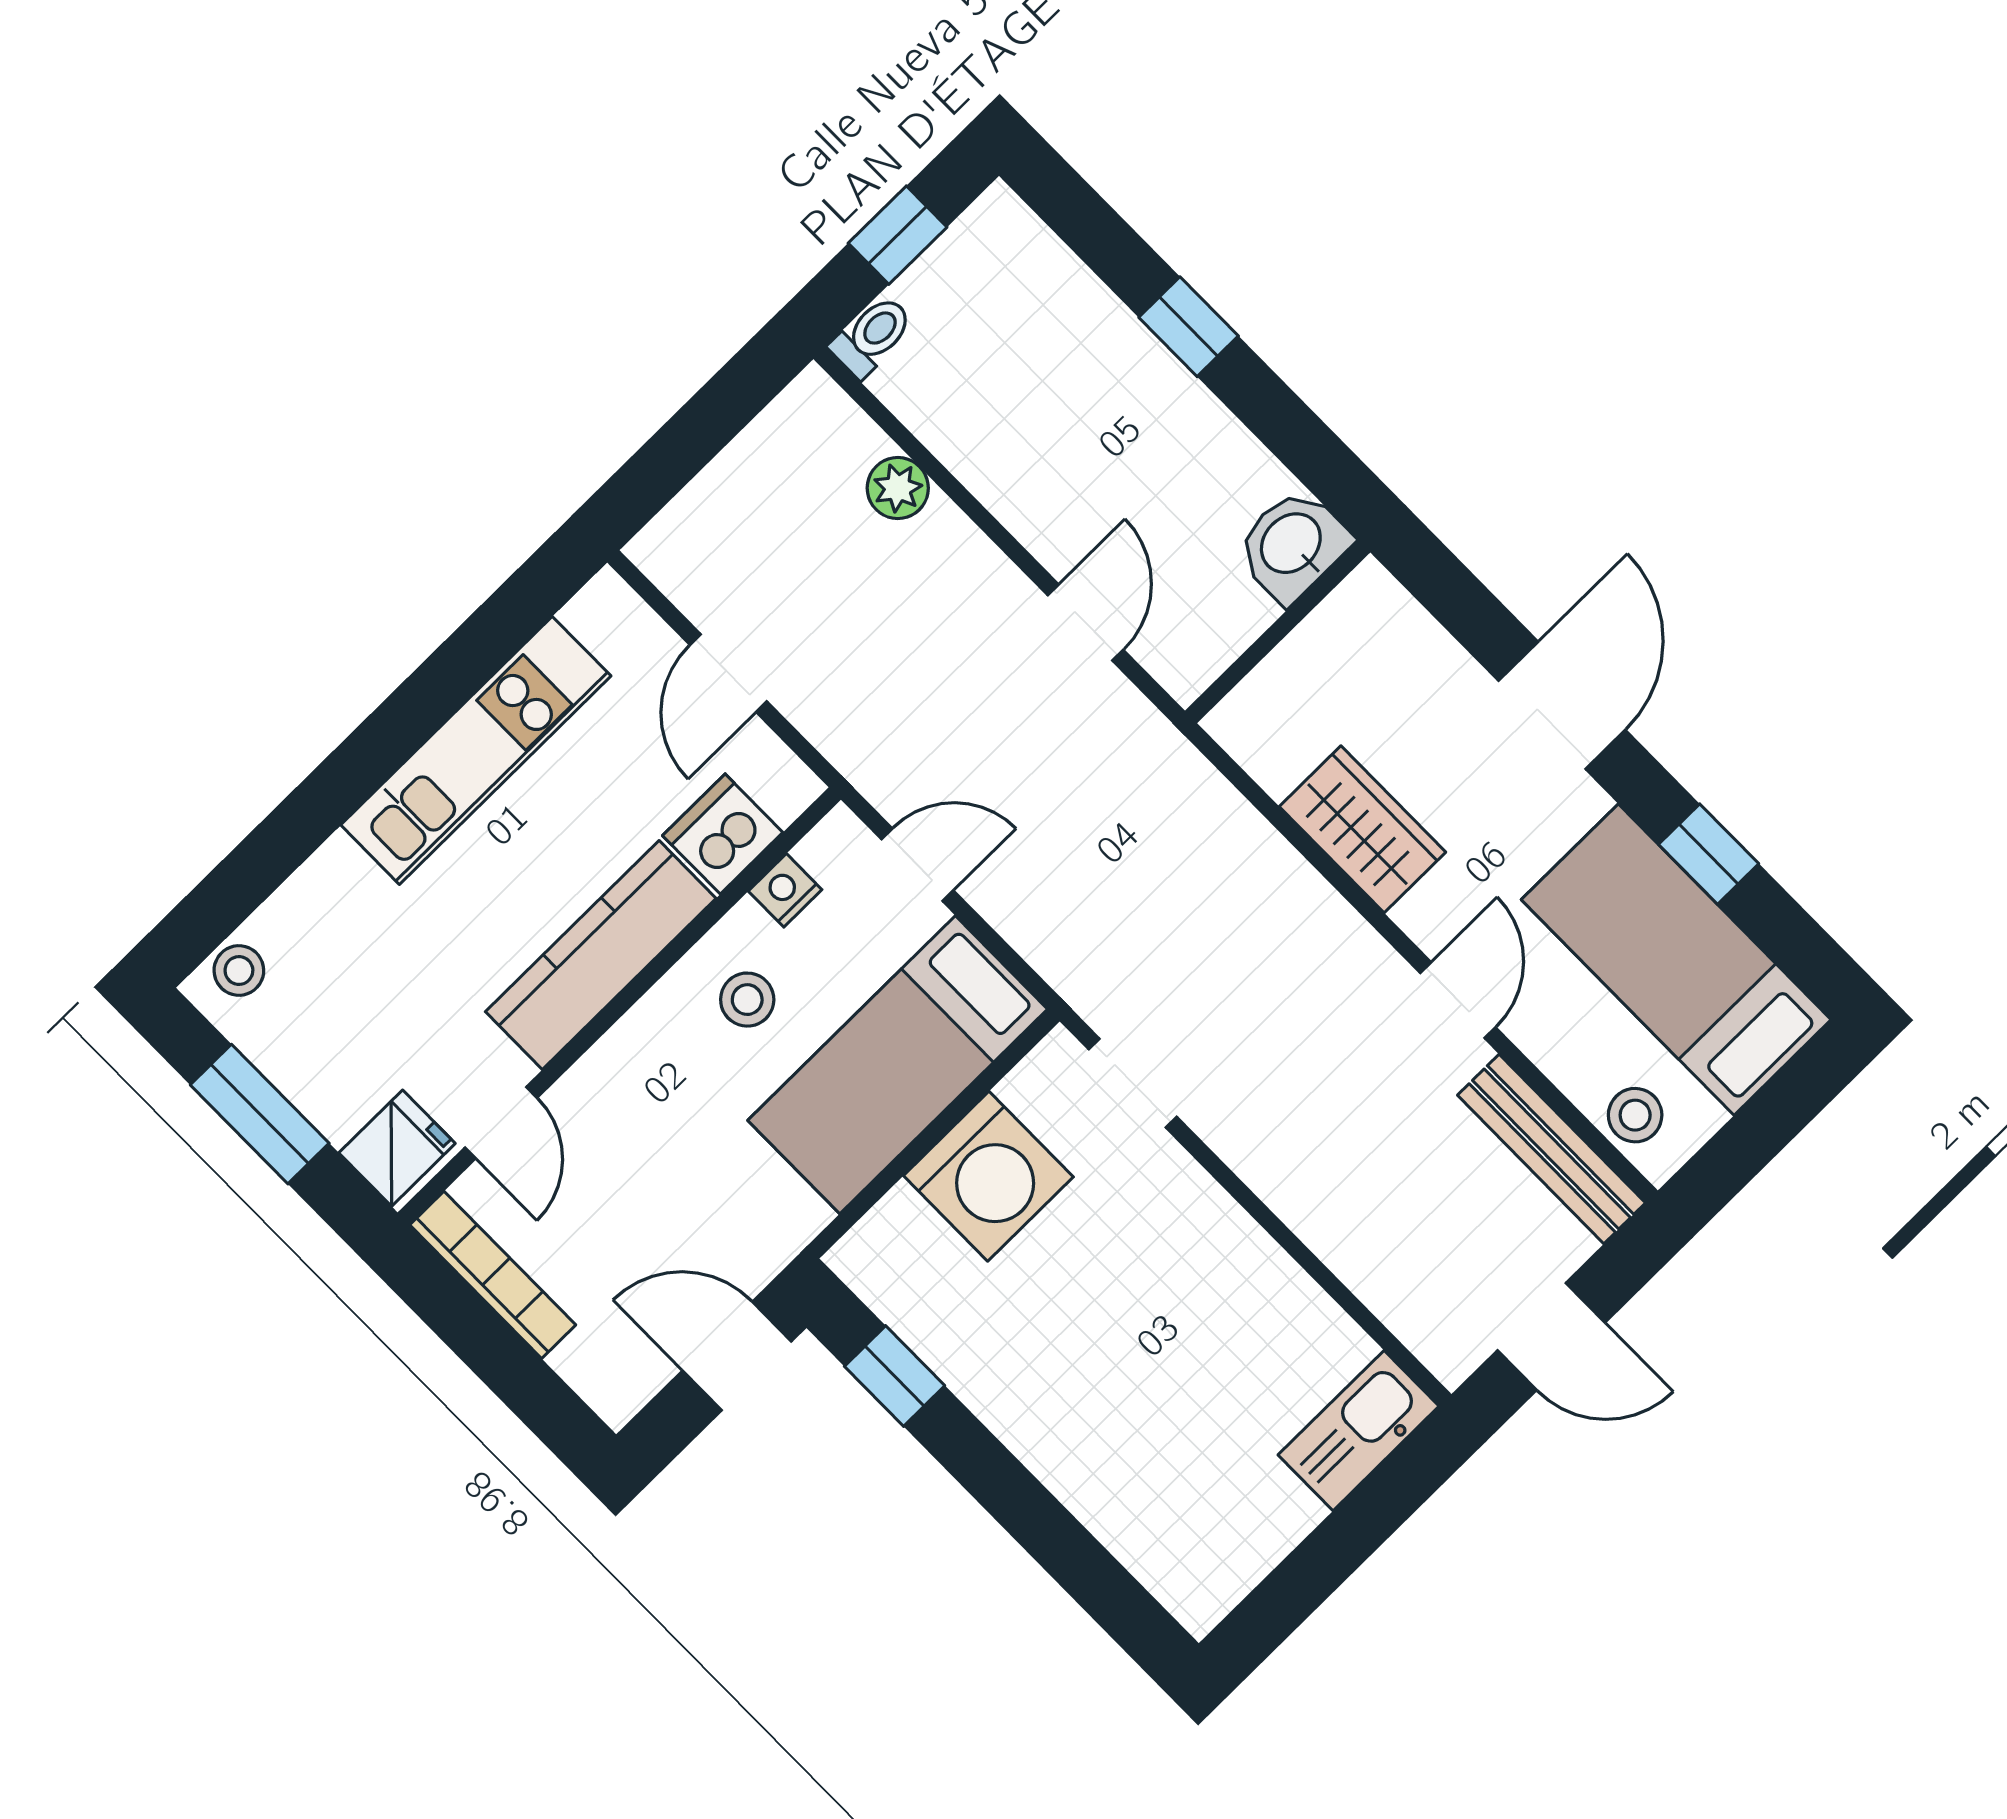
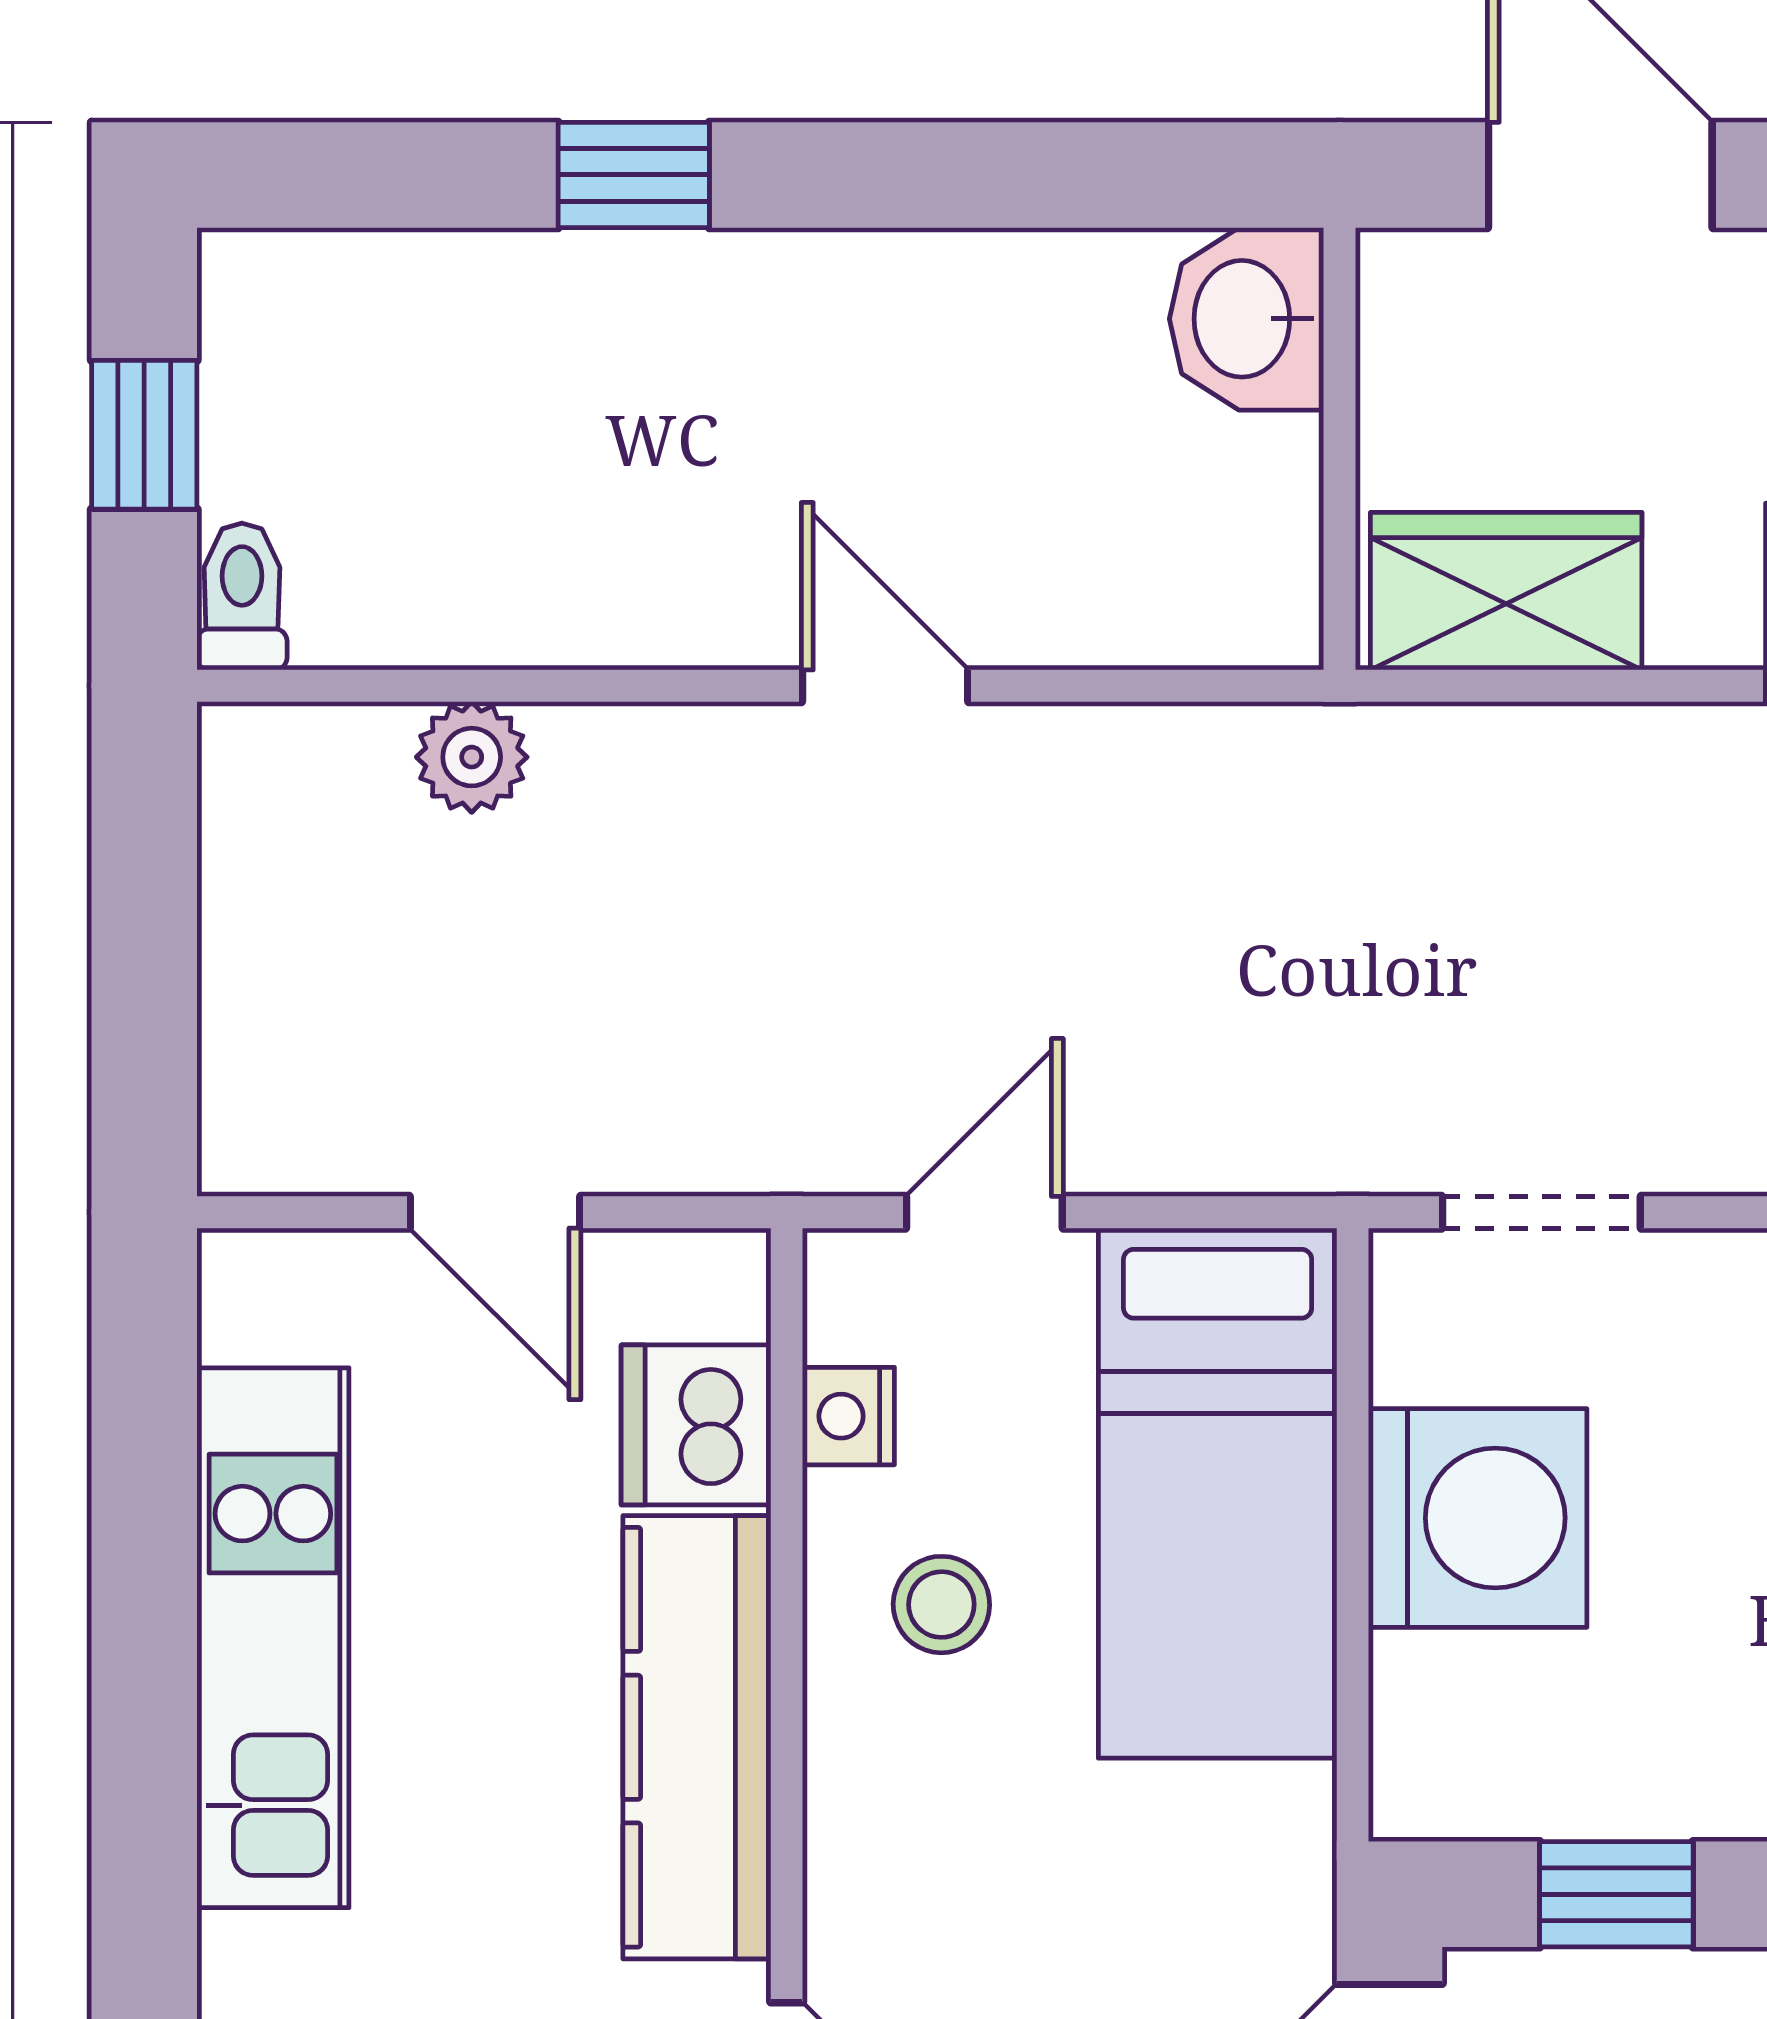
washbasin: (1293, 545) -> (1247, 319), moved
wall: (1278, 632) -> (1339, 449), moved

